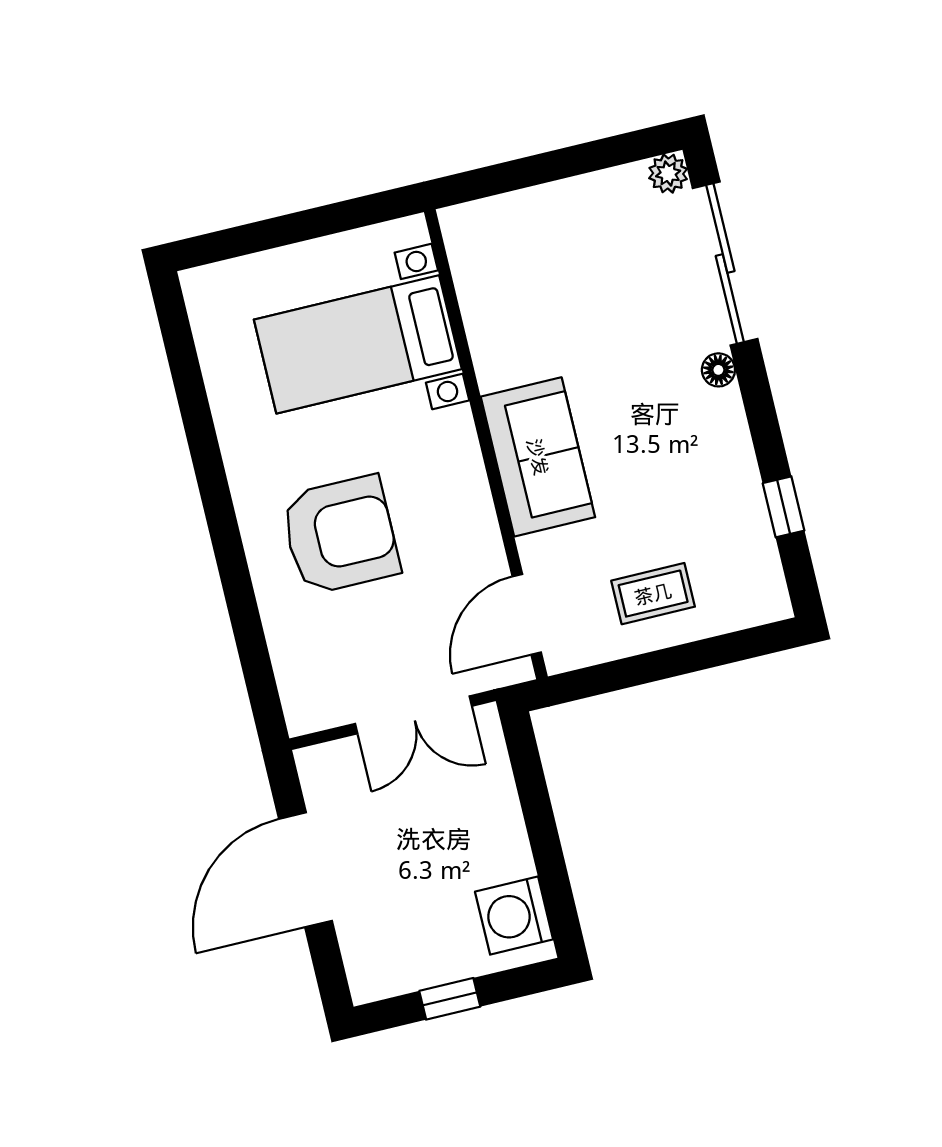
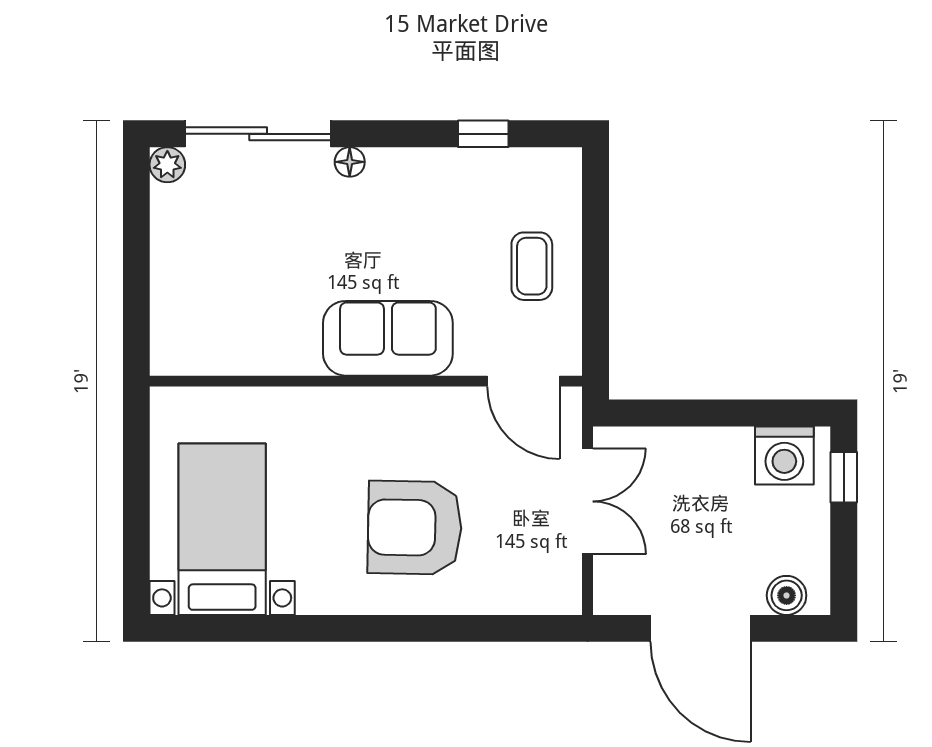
bed with nightstands: (358, 344) -> (222, 529), moved, turned 180
armchair: (340, 535) -> (415, 528), turned -89
boiler: (363, 954) -> (787, 595), added
window: (450, 999) -> (844, 477), moved

